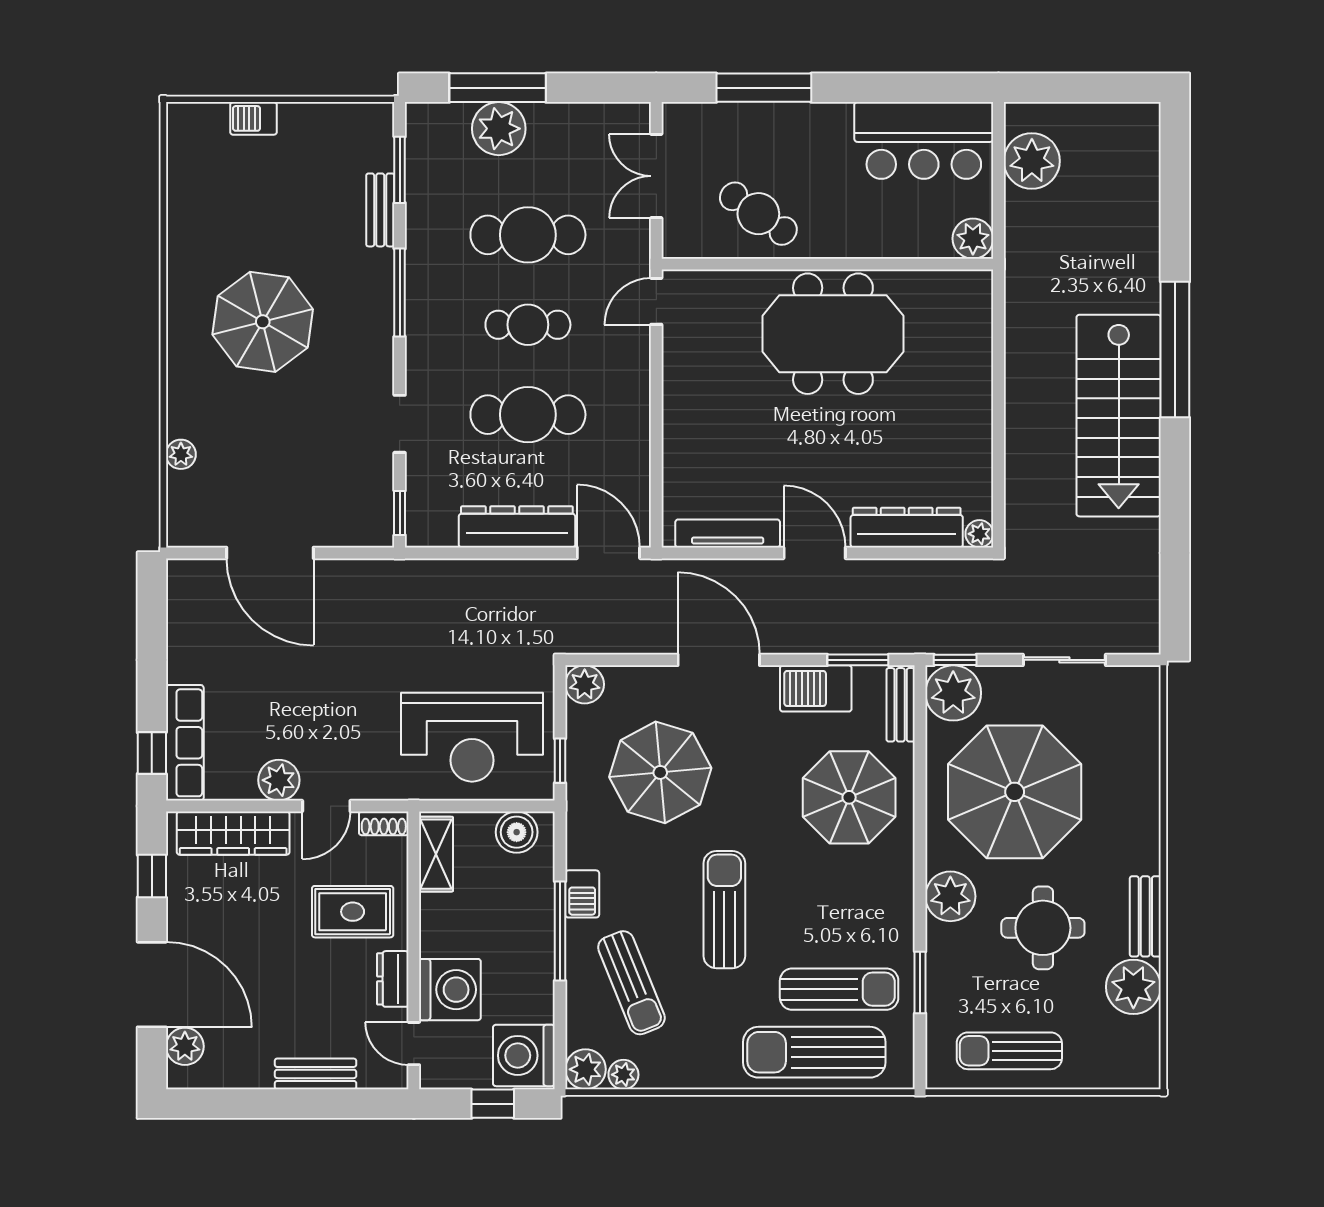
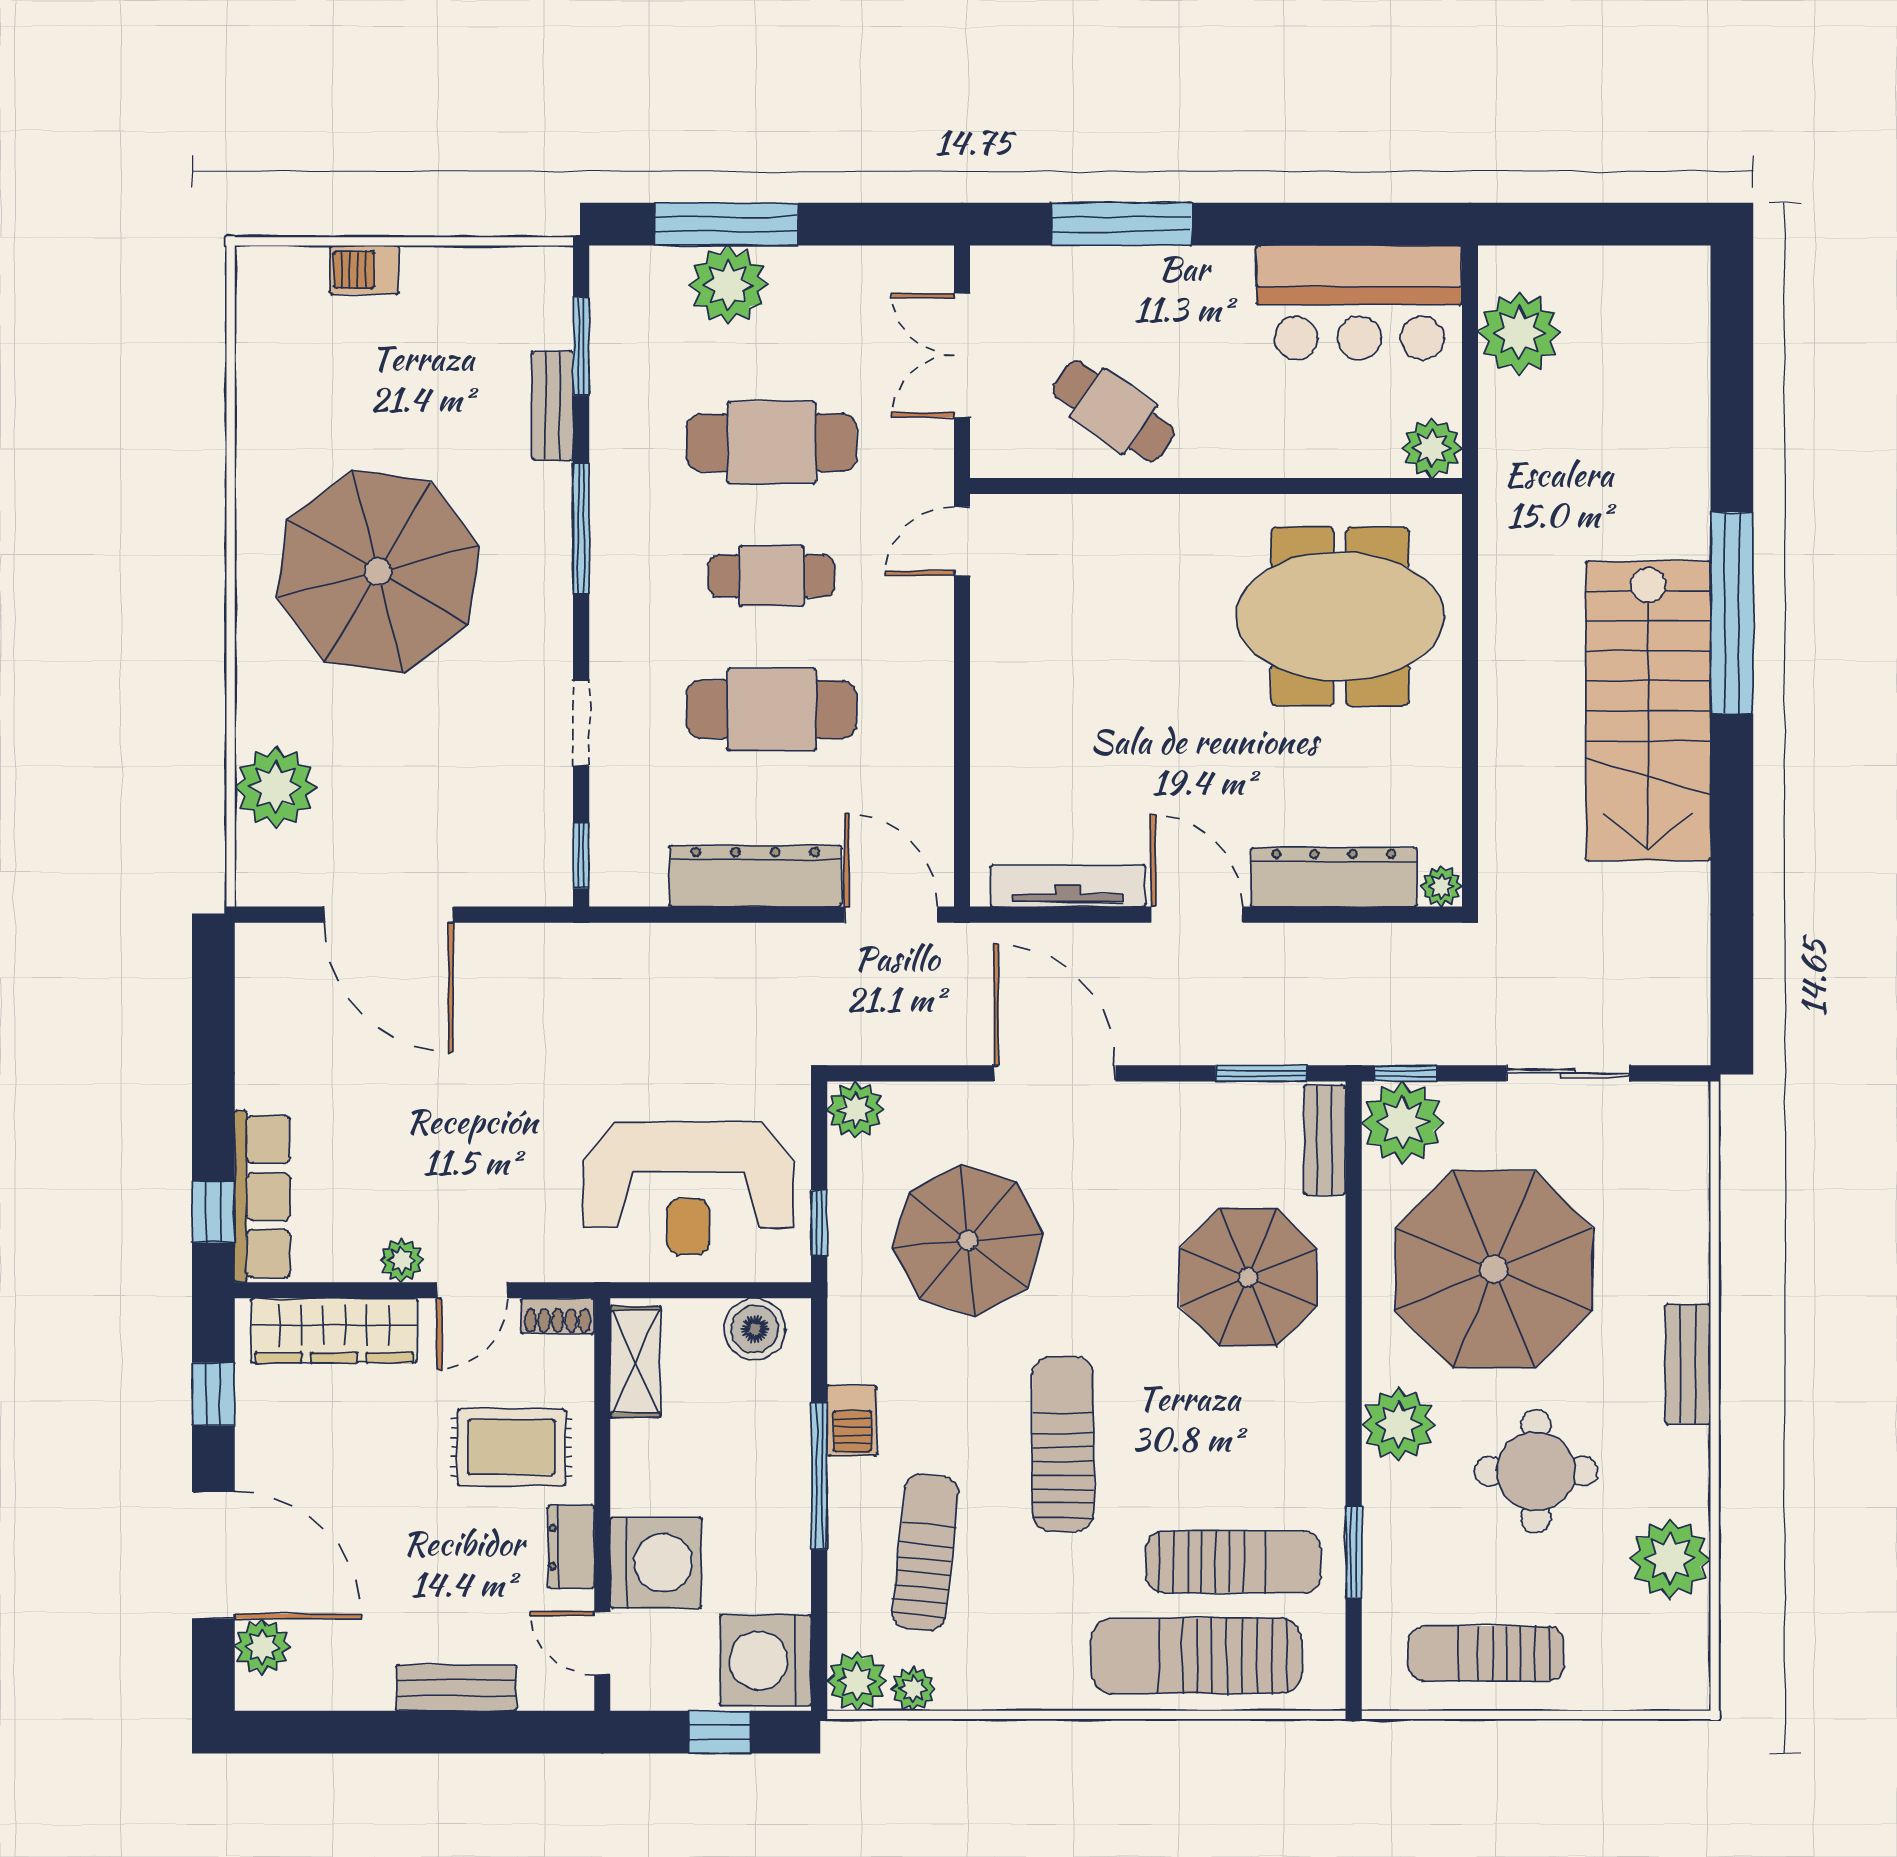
parasol: (263, 322) -> (378, 572), width x1.36, depth x1.36
meeting table: (833, 334) -> (1340, 616), moved
plant: (181, 454) -> (276, 788), width x1.87, depth x1.87
barbecue: (816, 688) -> (1199, 1116), removed
plant: (279, 780) -> (402, 1260), width x0.73, depth x0.73
bench: (1145, 916) -> (1688, 1364), moved
sun lounger: (631, 983) -> (925, 1553), turned -152

